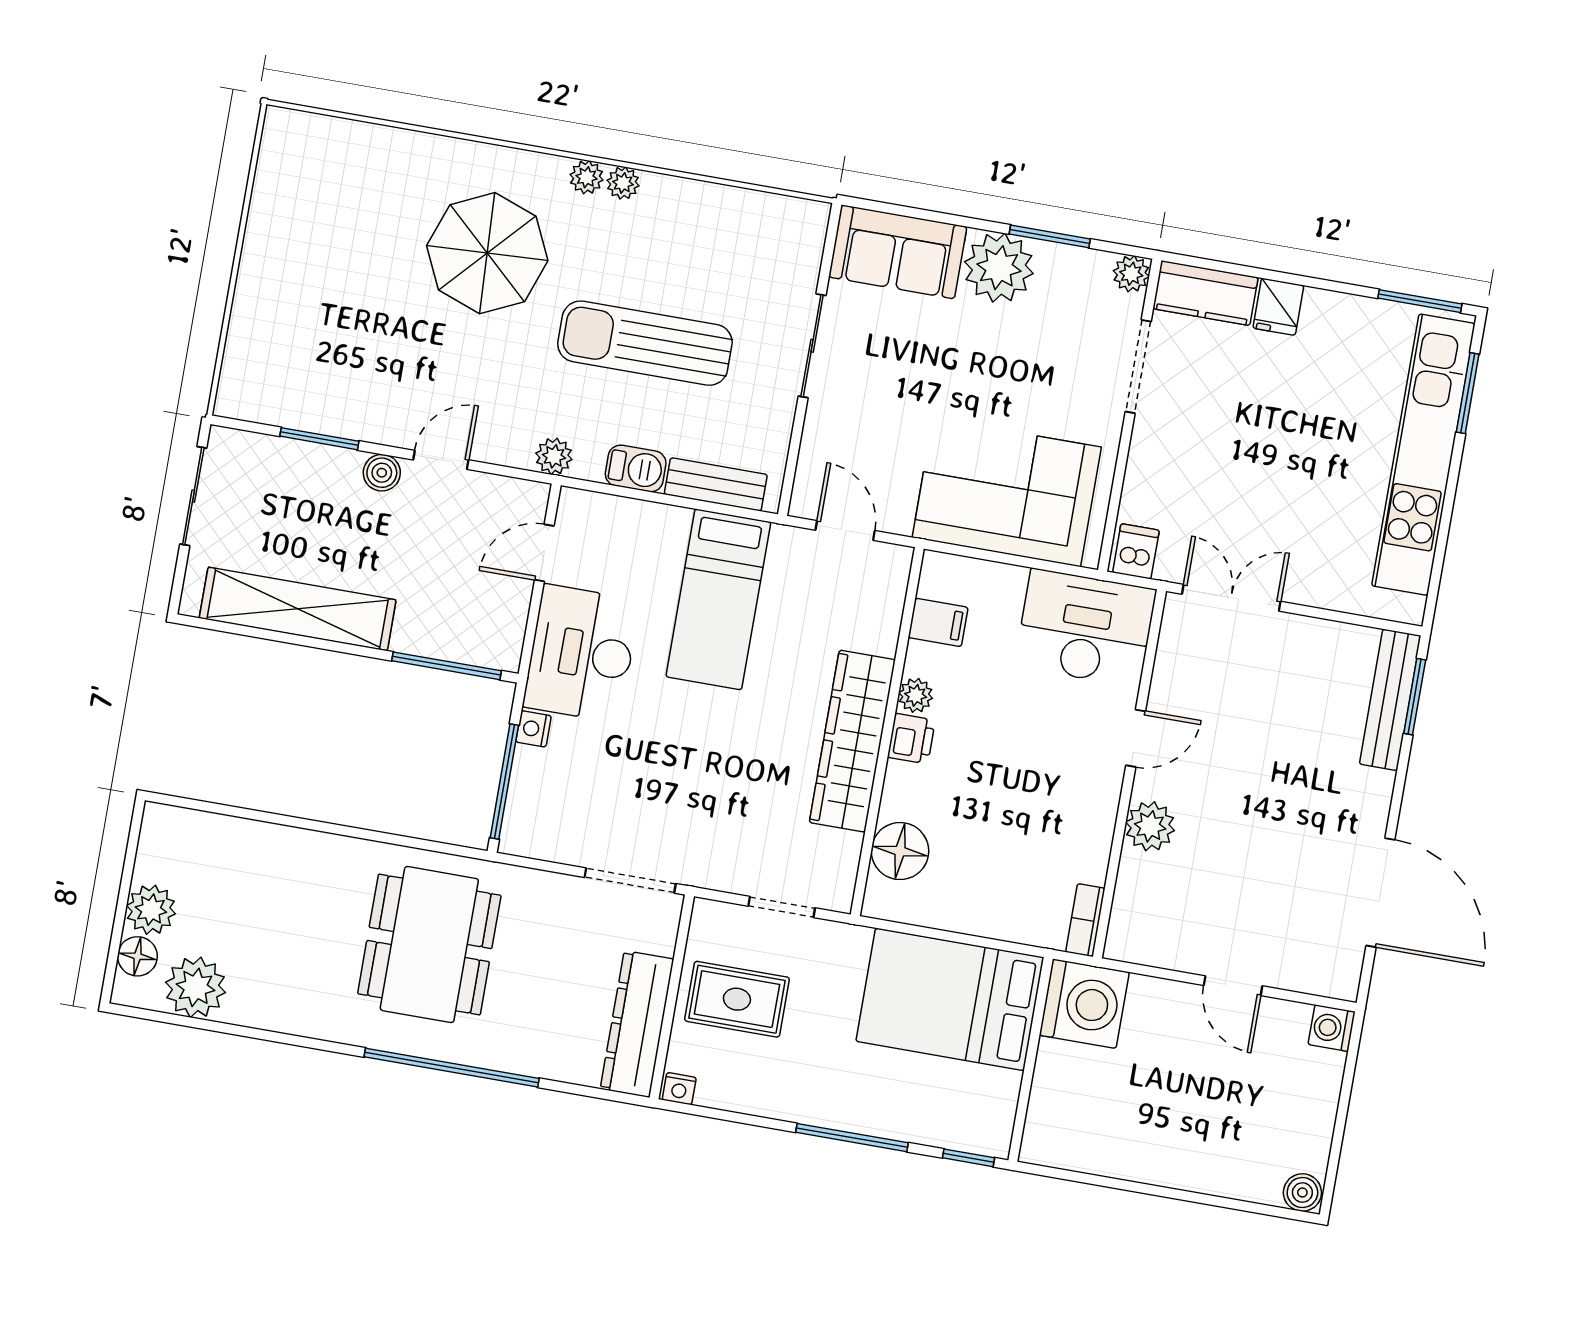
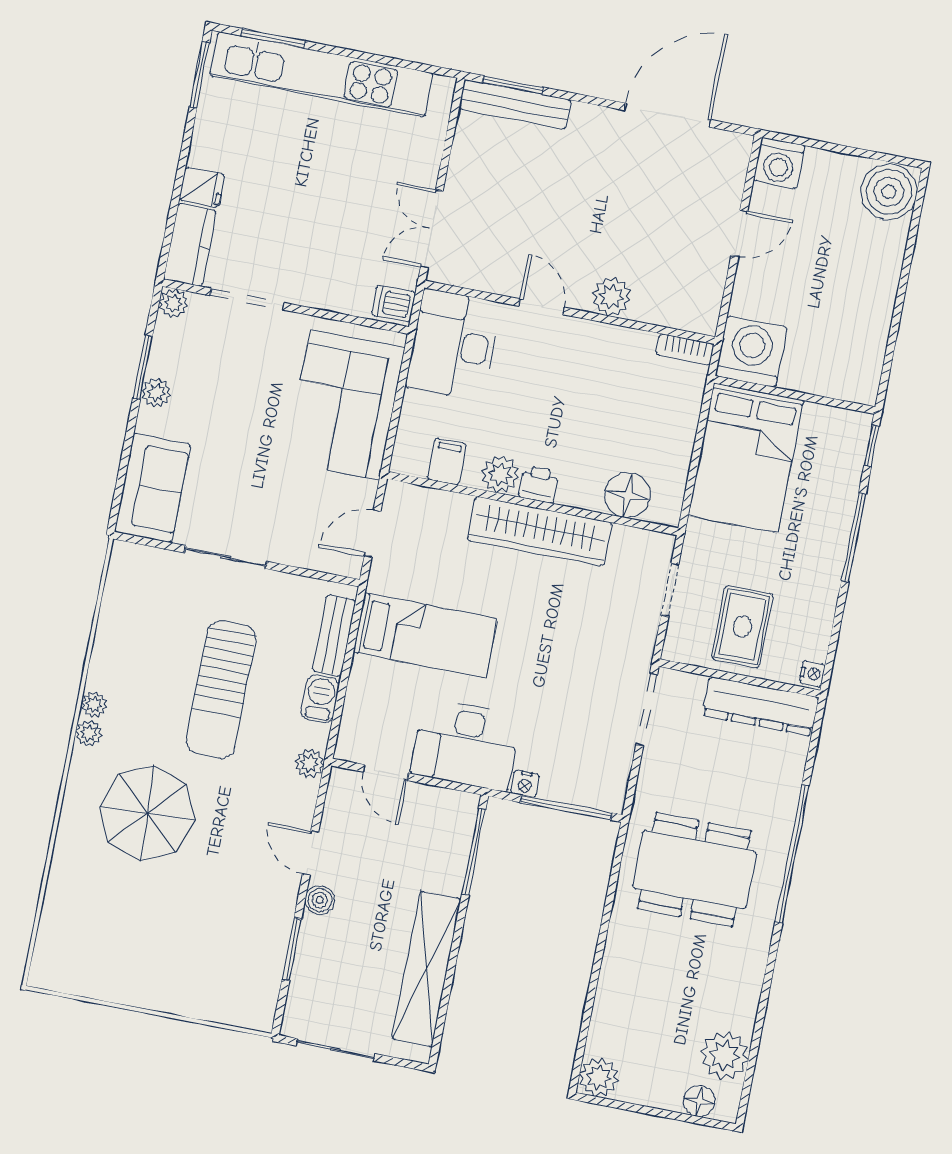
plant: (999, 268) -> (156, 393), width x0.53, depth x0.53
plant: (916, 695) -> (500, 474), width x1.38, depth x1.38
plant: (151, 910) -> (599, 1077), moved
washing machine: (1332, 1028) -> (779, 163), width x1.38, depth x1.38
boiler: (1302, 1192) -> (889, 192), width x1.86, depth x1.86

